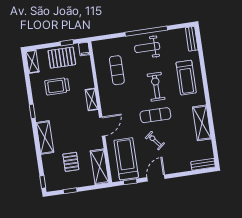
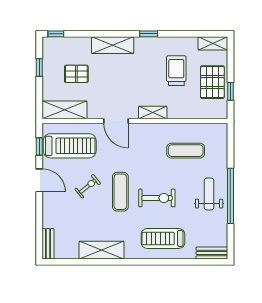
filing cabinet: (84, 49) -> (219, 113), removed

